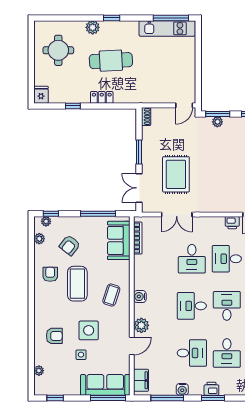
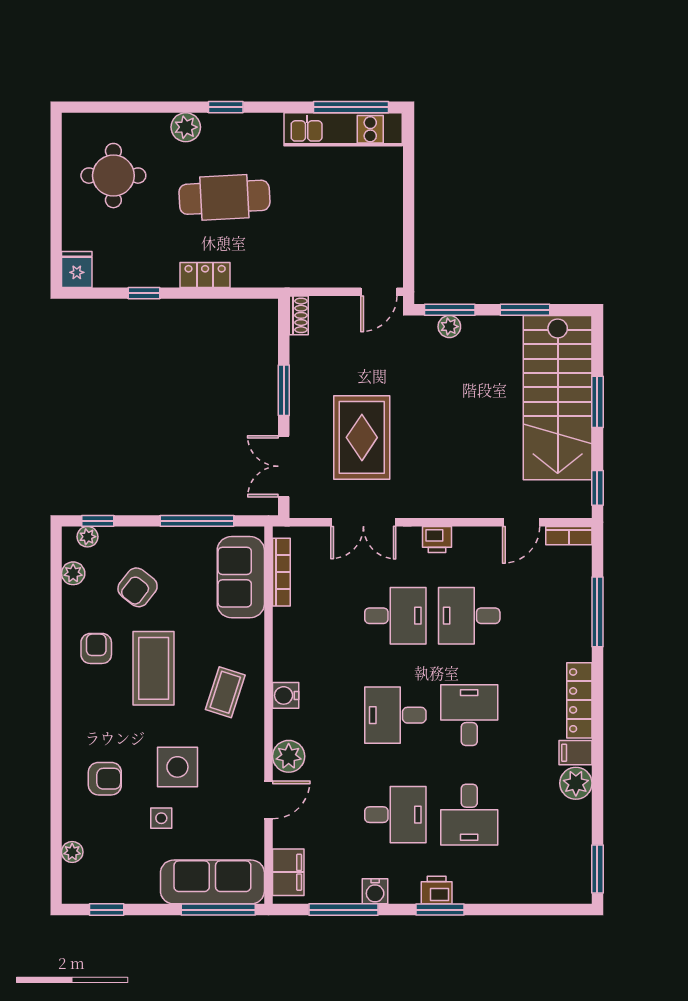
printer: (232, 223) -> (437, 539), moved
desk: (192, 259) -> (395, 616), turned -90

